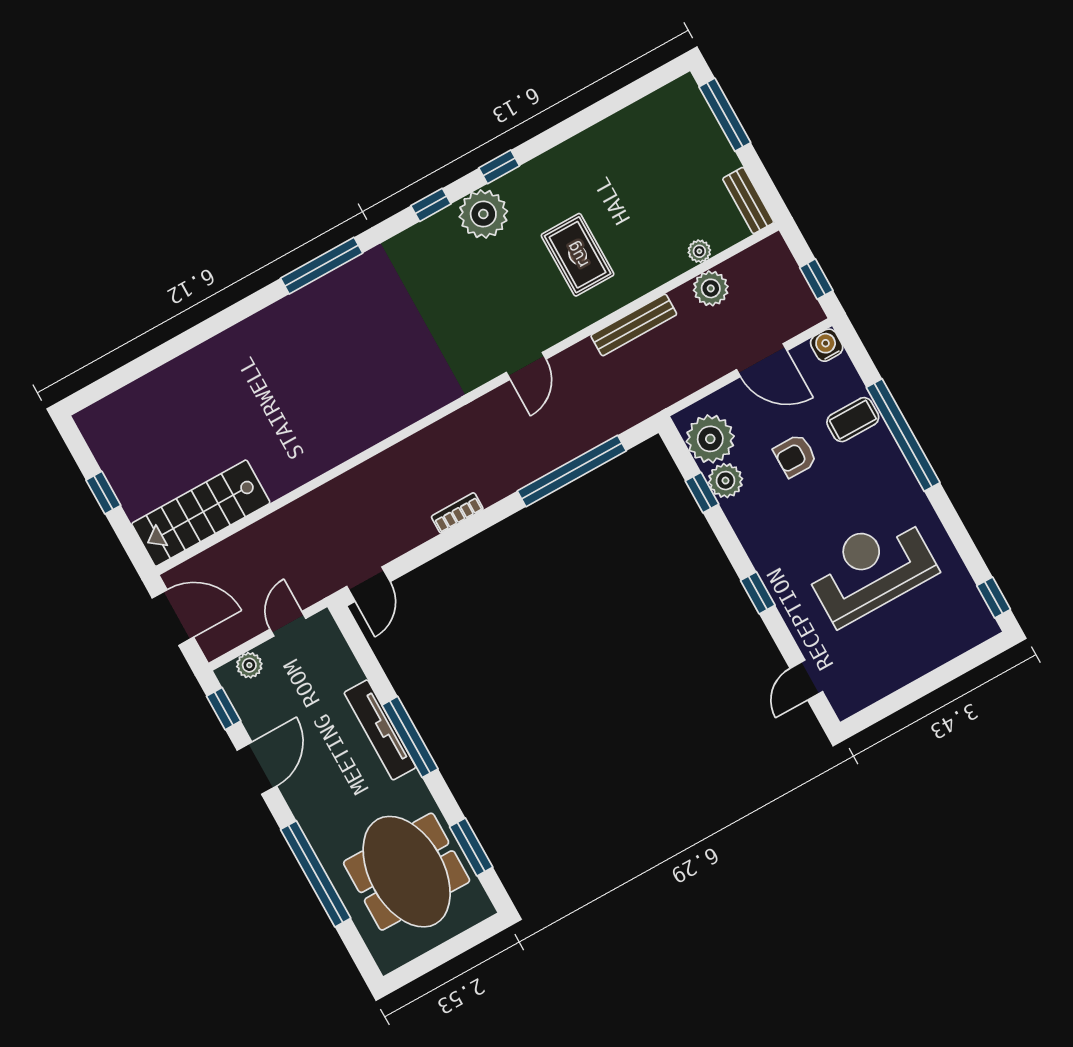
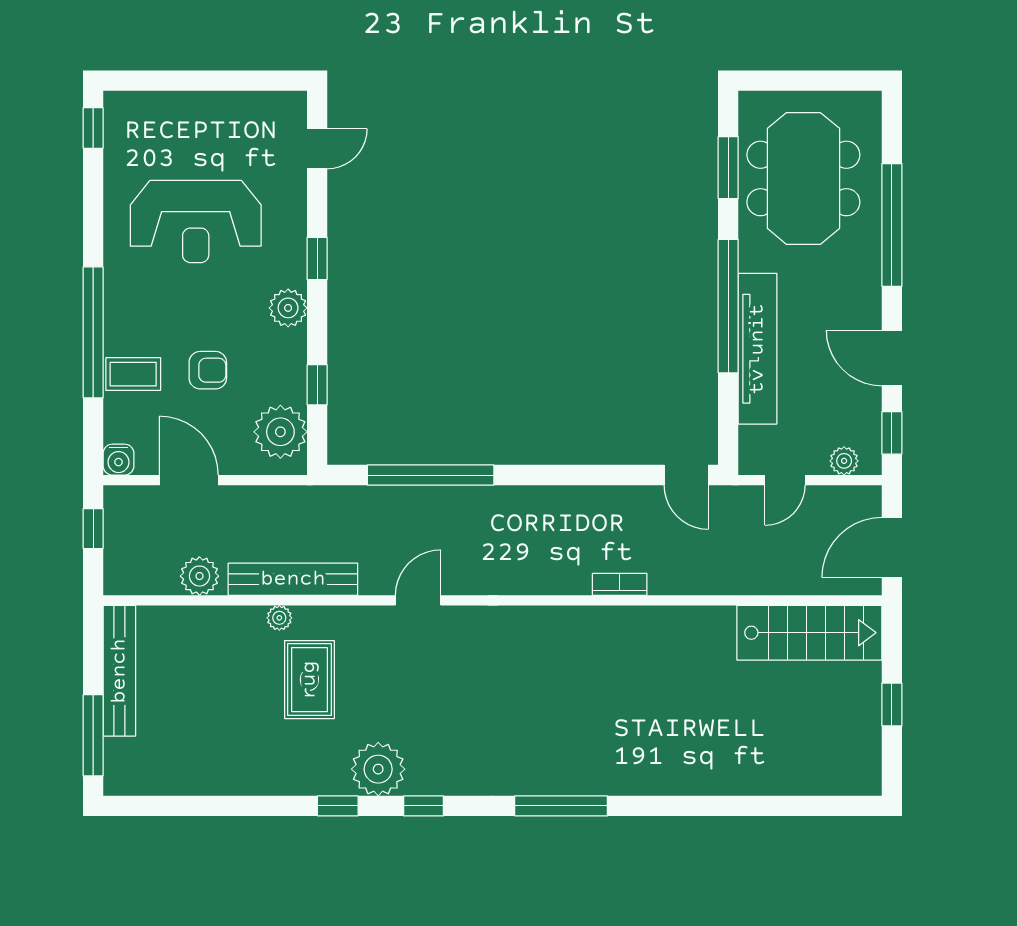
bench: (748, 200) -> (119, 671), width x1.86, depth x1.21
plant: (699, 251) -> (279, 618), moved
bench: (634, 325) -> (293, 579), width x1.37, depth x1.21
plant: (726, 481) -> (288, 308), moved
bookcase: (457, 513) -> (620, 584), moved, turned 180
door: (369, 584) -> (686, 475), swing flipped
door: (173, 618) -> (892, 547), hinge flipped
tv unit: (380, 730) -> (757, 349), width x1.36, depth x1.29
window: (410, 737) -> (728, 306), width x1.46
door: (257, 768) -> (892, 358), hinge flipped

